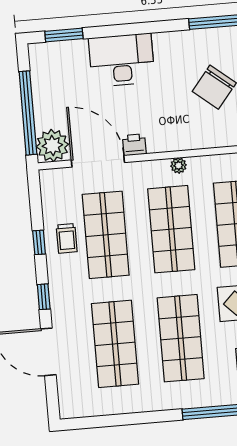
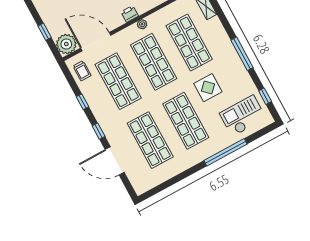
window: (28, 113) -> (45, 32), width x0.32
printer: (134, 145) -> (130, 14), moved
trolley: (67, 238) -> (82, 71), moved

